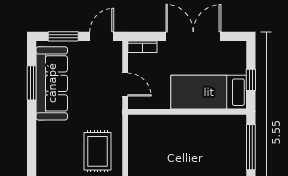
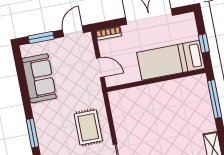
window: (32, 83) -> (32, 133), moved
sofa: (52, 83) -> (39, 78), width x0.73

